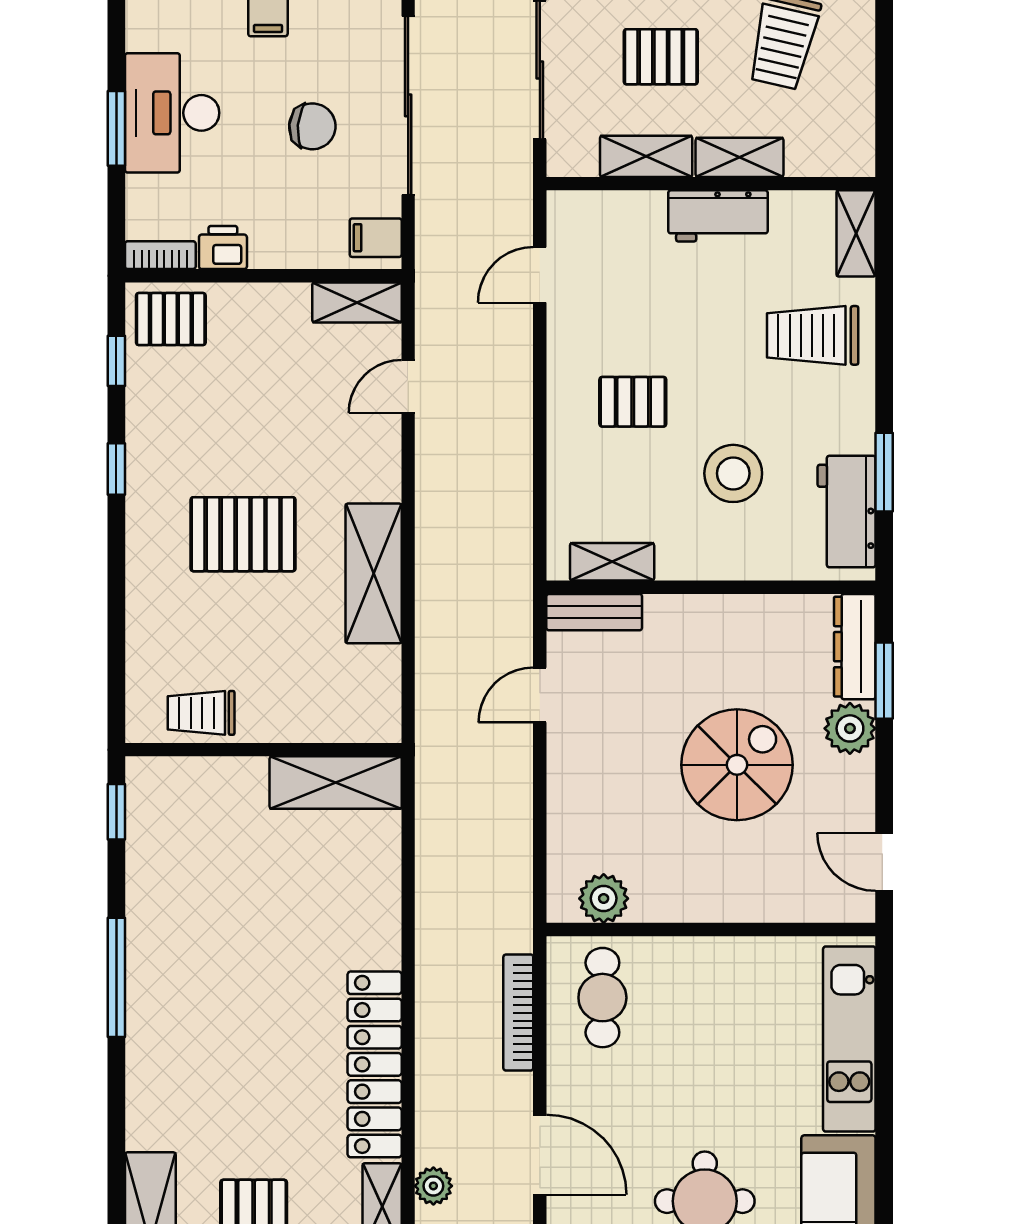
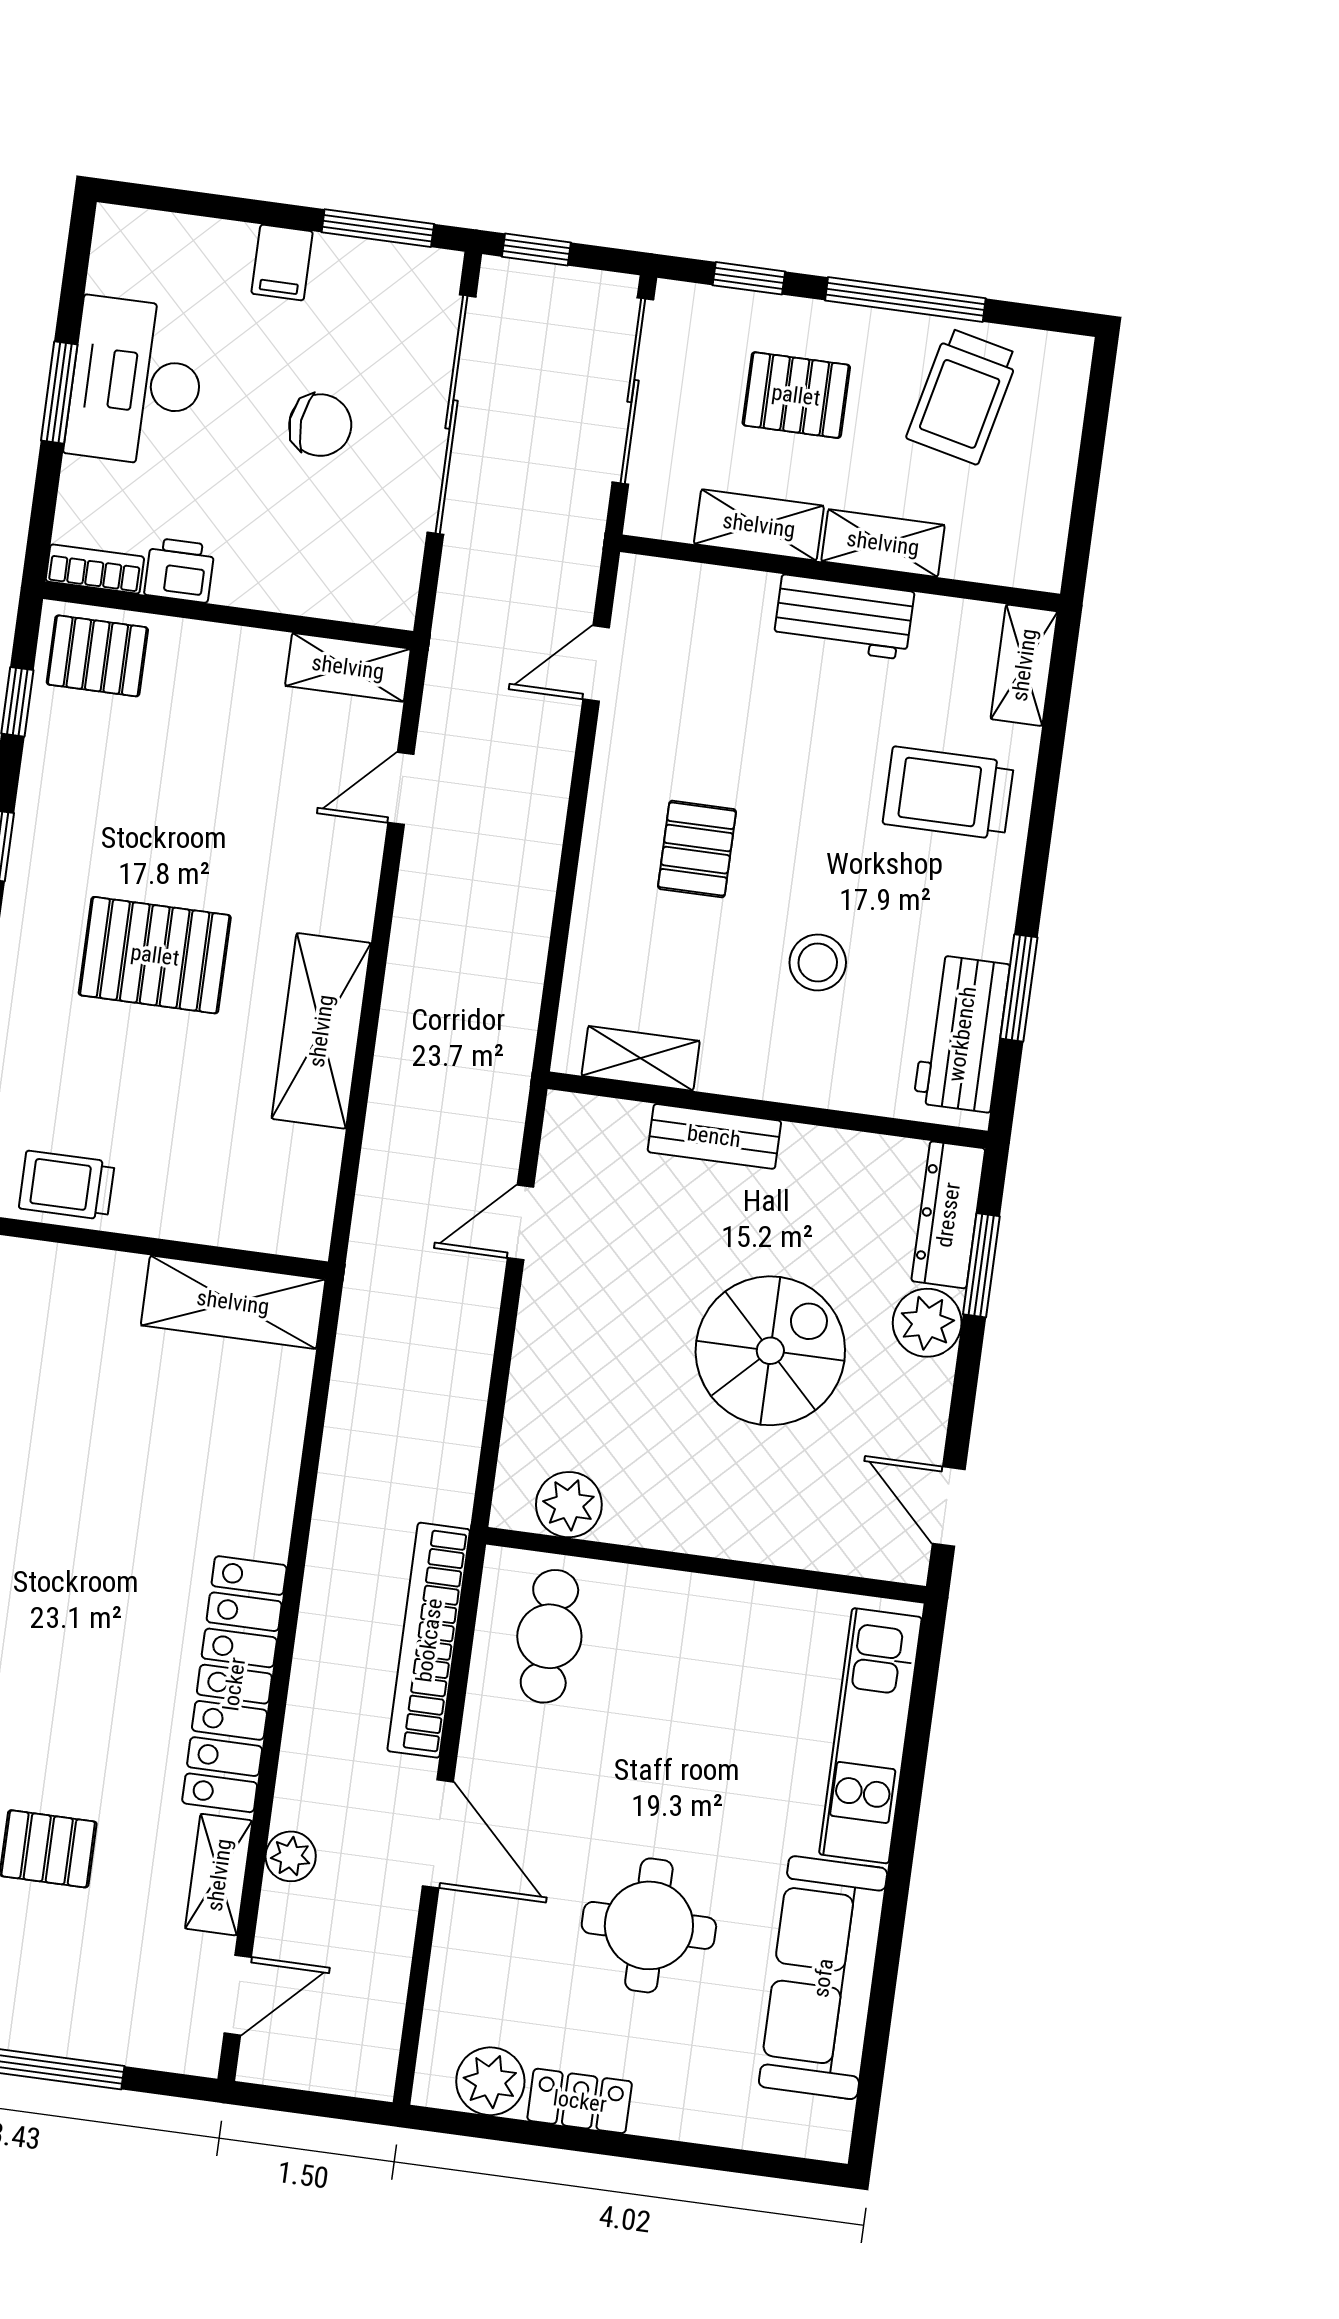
filing cabinet: (376, 238) -> (384, 585), removed
pallet: (633, 402) -> (697, 849), turned 90
stool: (733, 473) -> (818, 962), width x0.73, depth x0.73
bench: (594, 612) -> (714, 1136), moved
bookcase: (518, 1013) -> (429, 1640), width x1.48, depth x1.31

